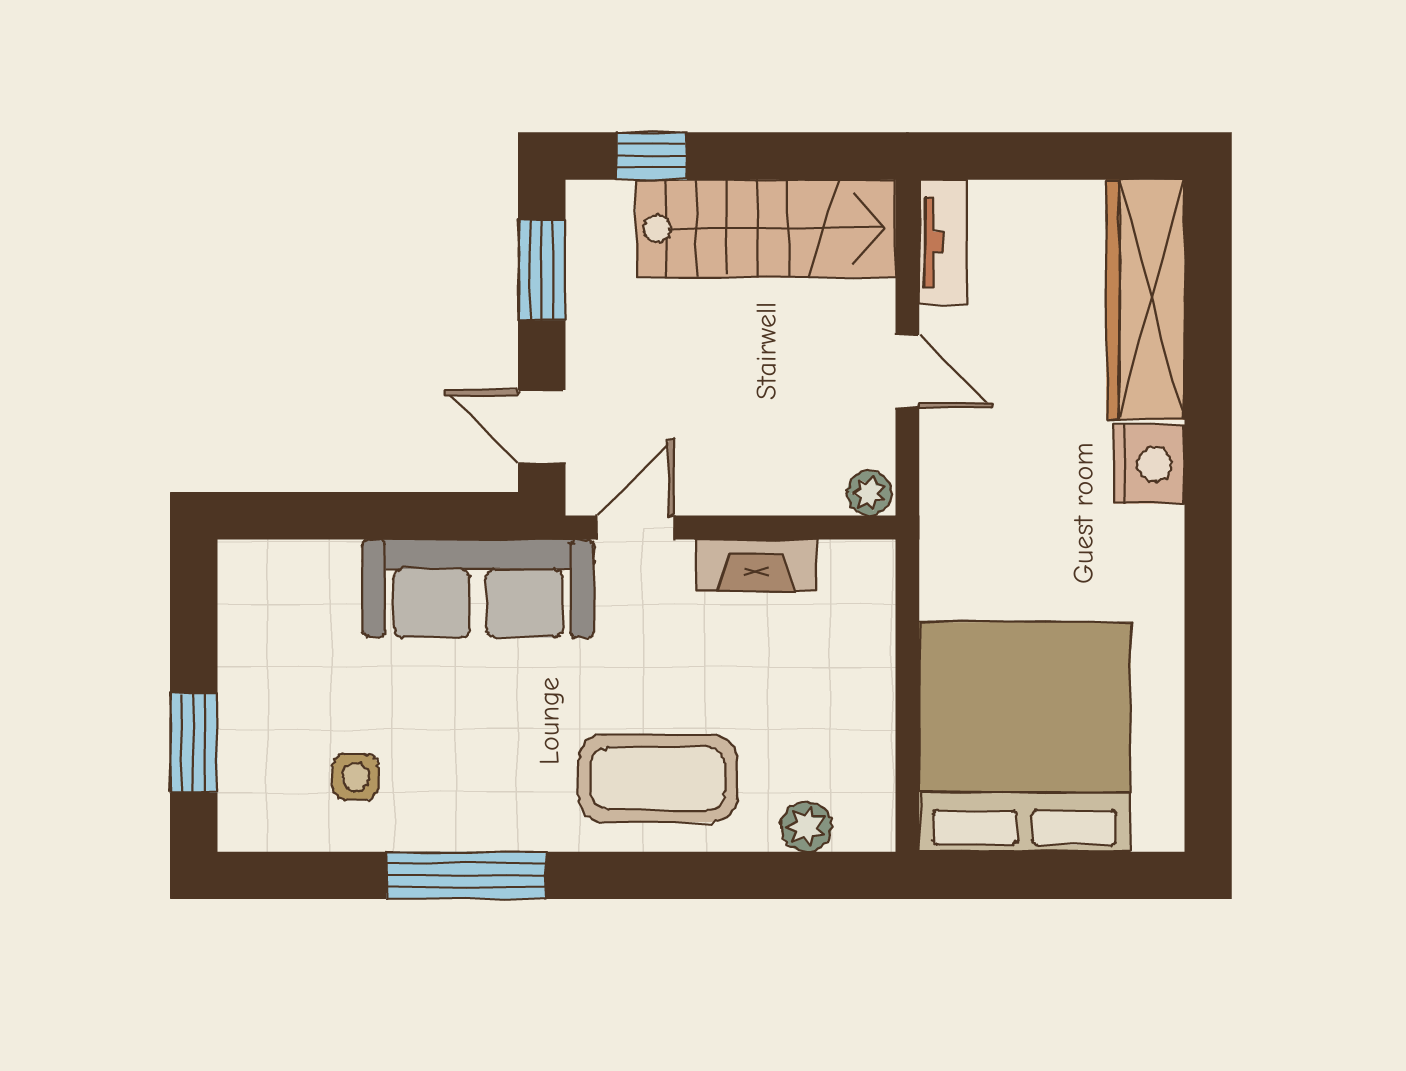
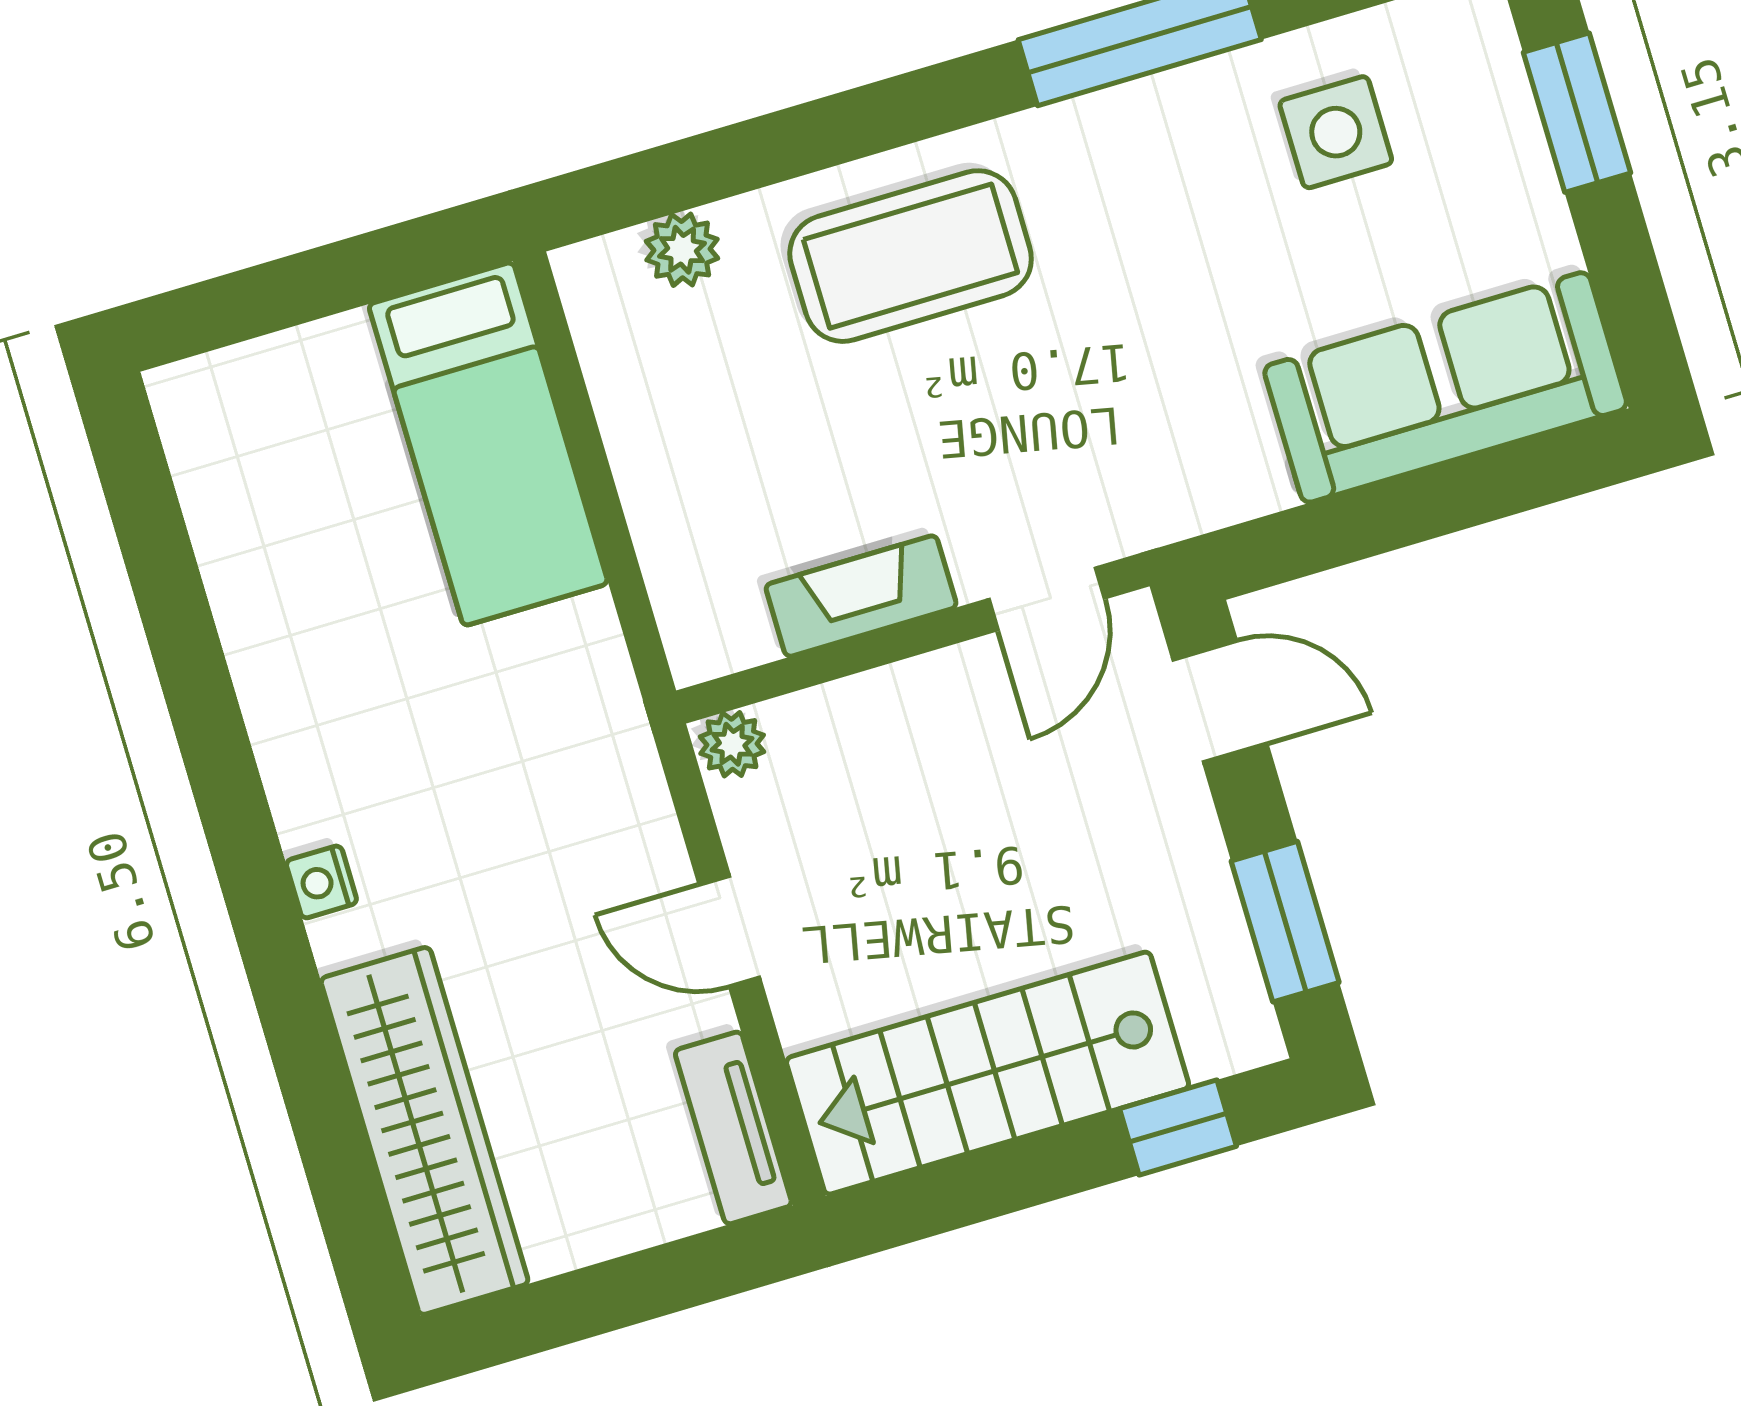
nightstand: (1149, 464) -> (321, 882), width x0.53, depth x0.56
sofa: (478, 588) -> (1446, 387), moved
bed: (1025, 737) -> (488, 444), width x0.49
side table: (356, 777) -> (1336, 132), width x1.37, depth x1.37

